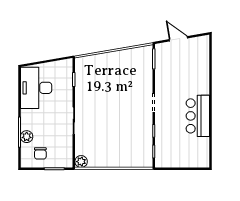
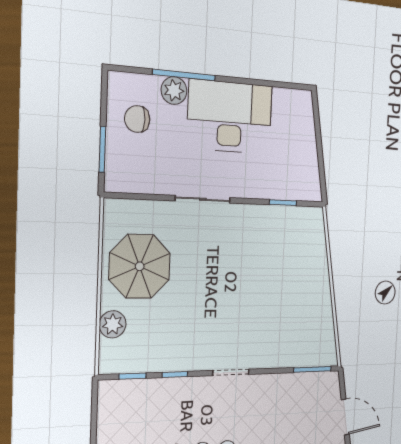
door: (178, 39) -> (345, 417), hinge flipped
desk: (36, 88) -> (230, 117), moved
parasol: (105, 150) -> (140, 266), added
plant: (81, 162) -> (113, 324), moved

